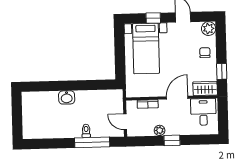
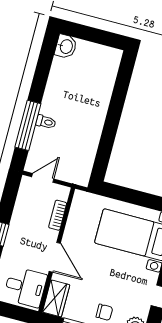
washbasin: (67, 97) -> (66, 46), moved, turned 180
plant: (160, 130) -> (18, 221), removed

